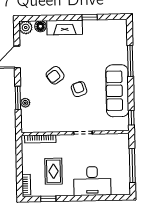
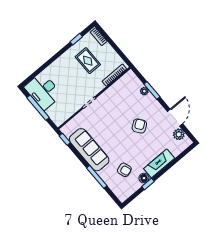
floor lamp: (40, 26) -> (144, 178), moved
plant: (26, 27) -> (179, 134), moved
armchair: (79, 89) -> (124, 170), moved
desk: (92, 181) -> (43, 91), moved, turned -90

